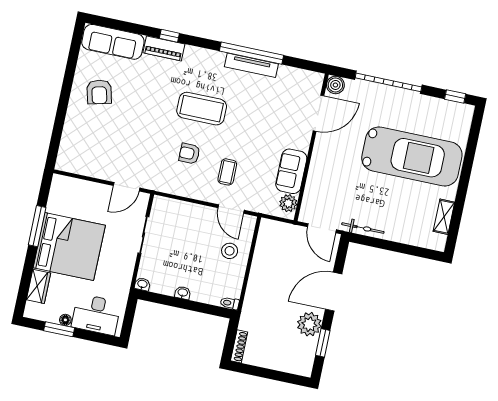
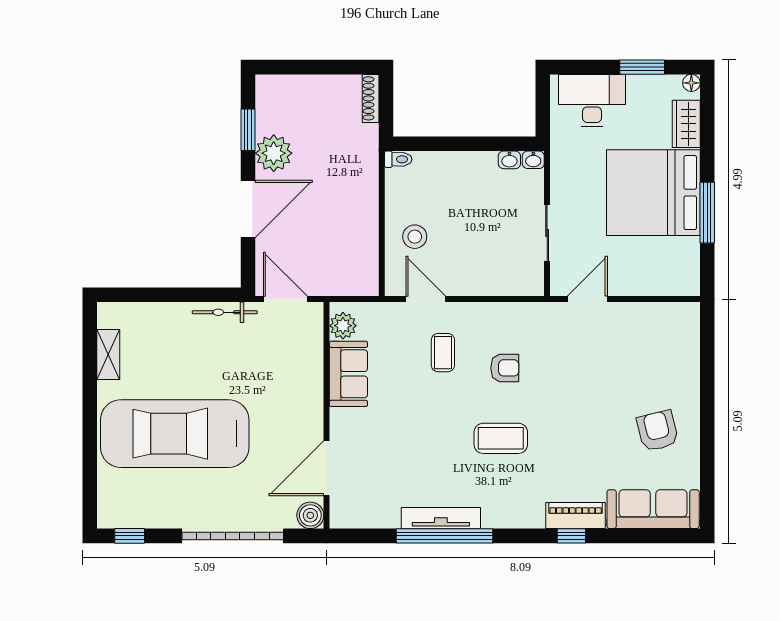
coffee table: (202, 109) -> (501, 438), width x0.73, depth x0.76
washbasin: (183, 293) -> (509, 160), moved
floor lamp: (65, 320) -> (691, 83), moved

